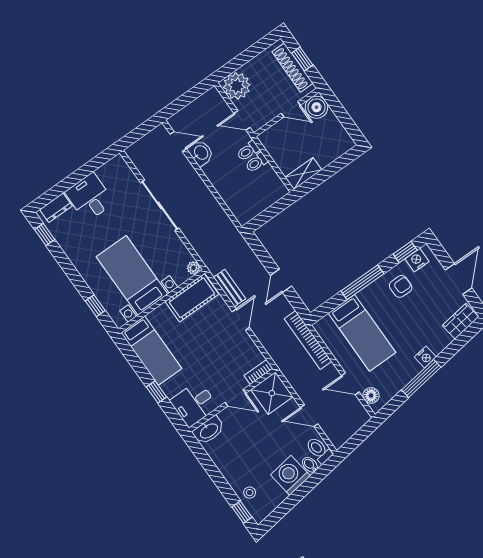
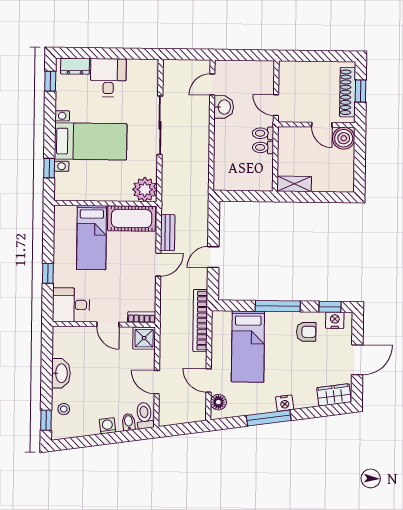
plant: (237, 86) -> (292, 74), removed
door: (178, 141) -> (212, 85), swing flipped
plant: (194, 268) -> (145, 189), width x1.87, depth x1.87
bed with nightstands: (132, 275) -> (91, 141), moved, turned 90
bed: (151, 351) -> (92, 237), moved
shower: (272, 393) -> (144, 338), width x0.73, depth x0.73
washbasin: (209, 431) -> (61, 373), moved, turned -90
washing machine: (290, 475) -> (107, 426), width x0.53, depth x0.53

